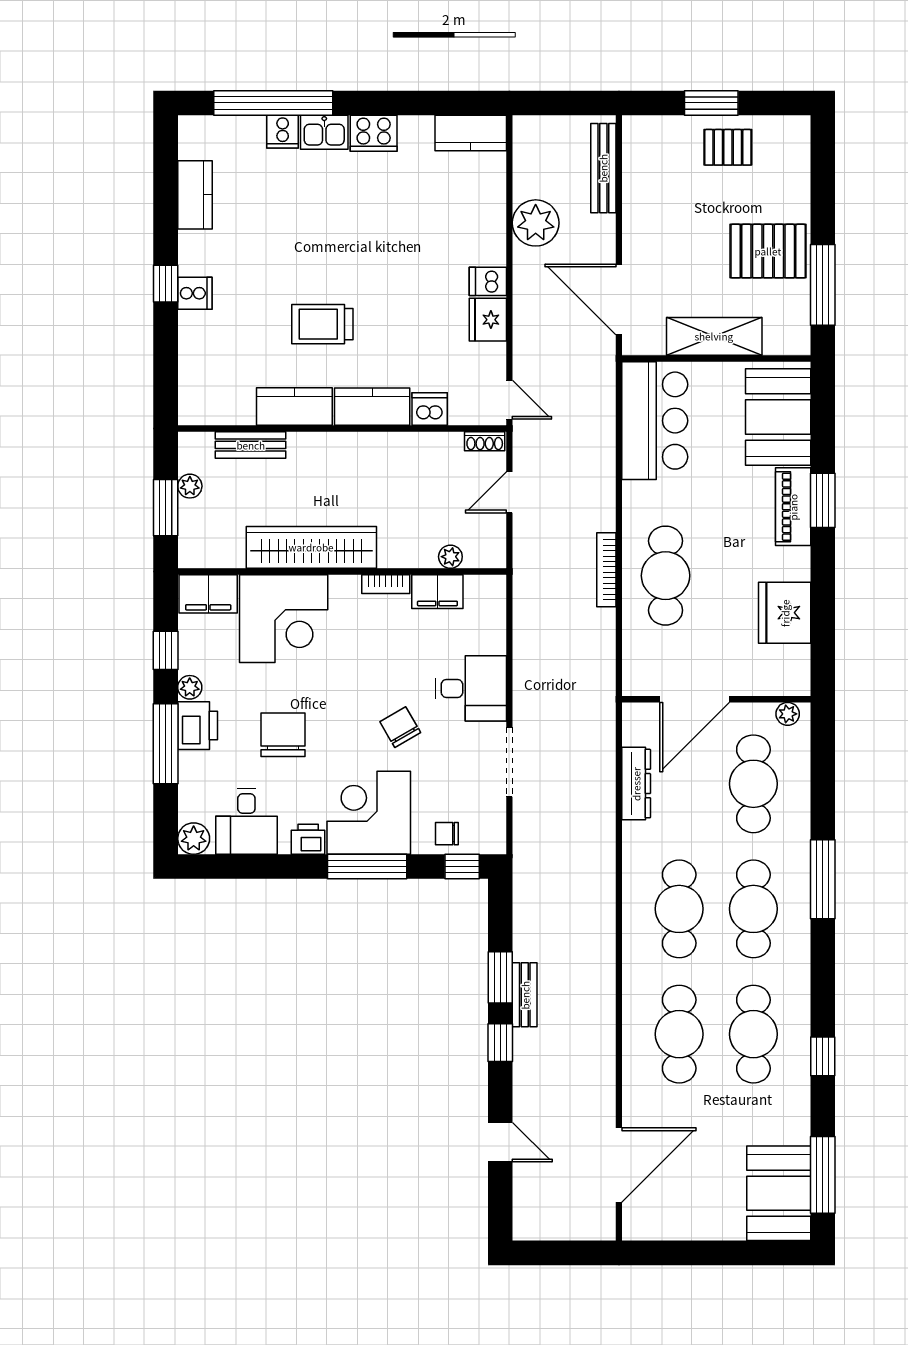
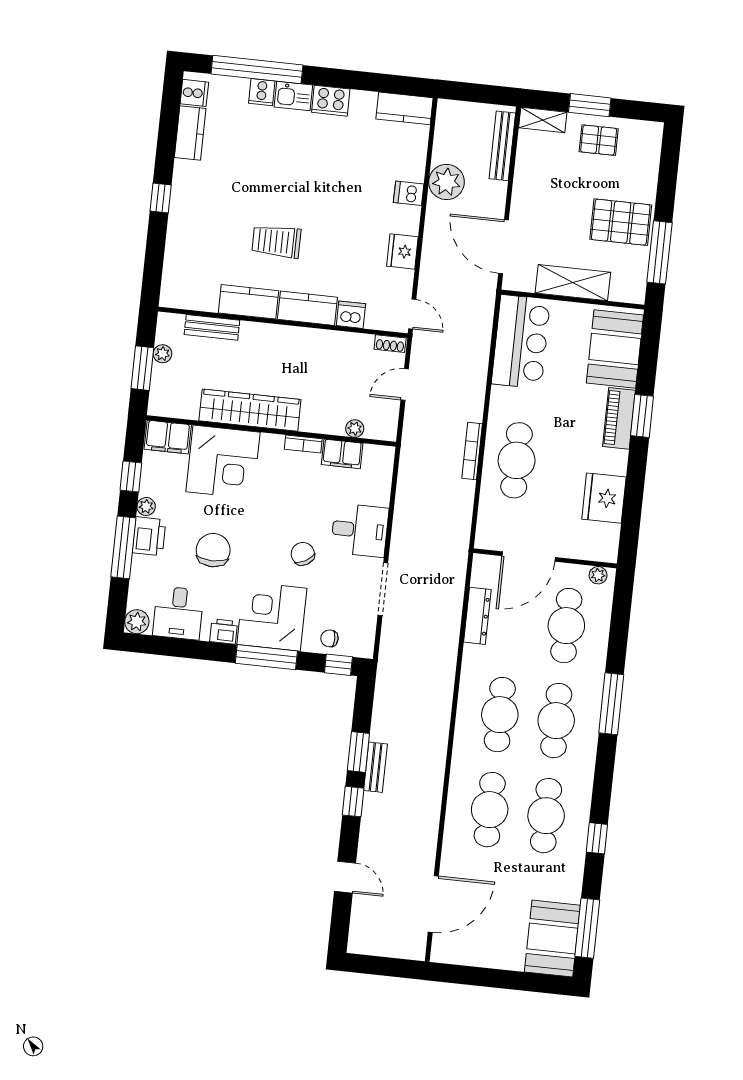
shelving: (652, 129) -> (543, 120), added
dishwasher: (488, 281) -> (409, 193), moved
cooker: (195, 293) -> (194, 93), moved

